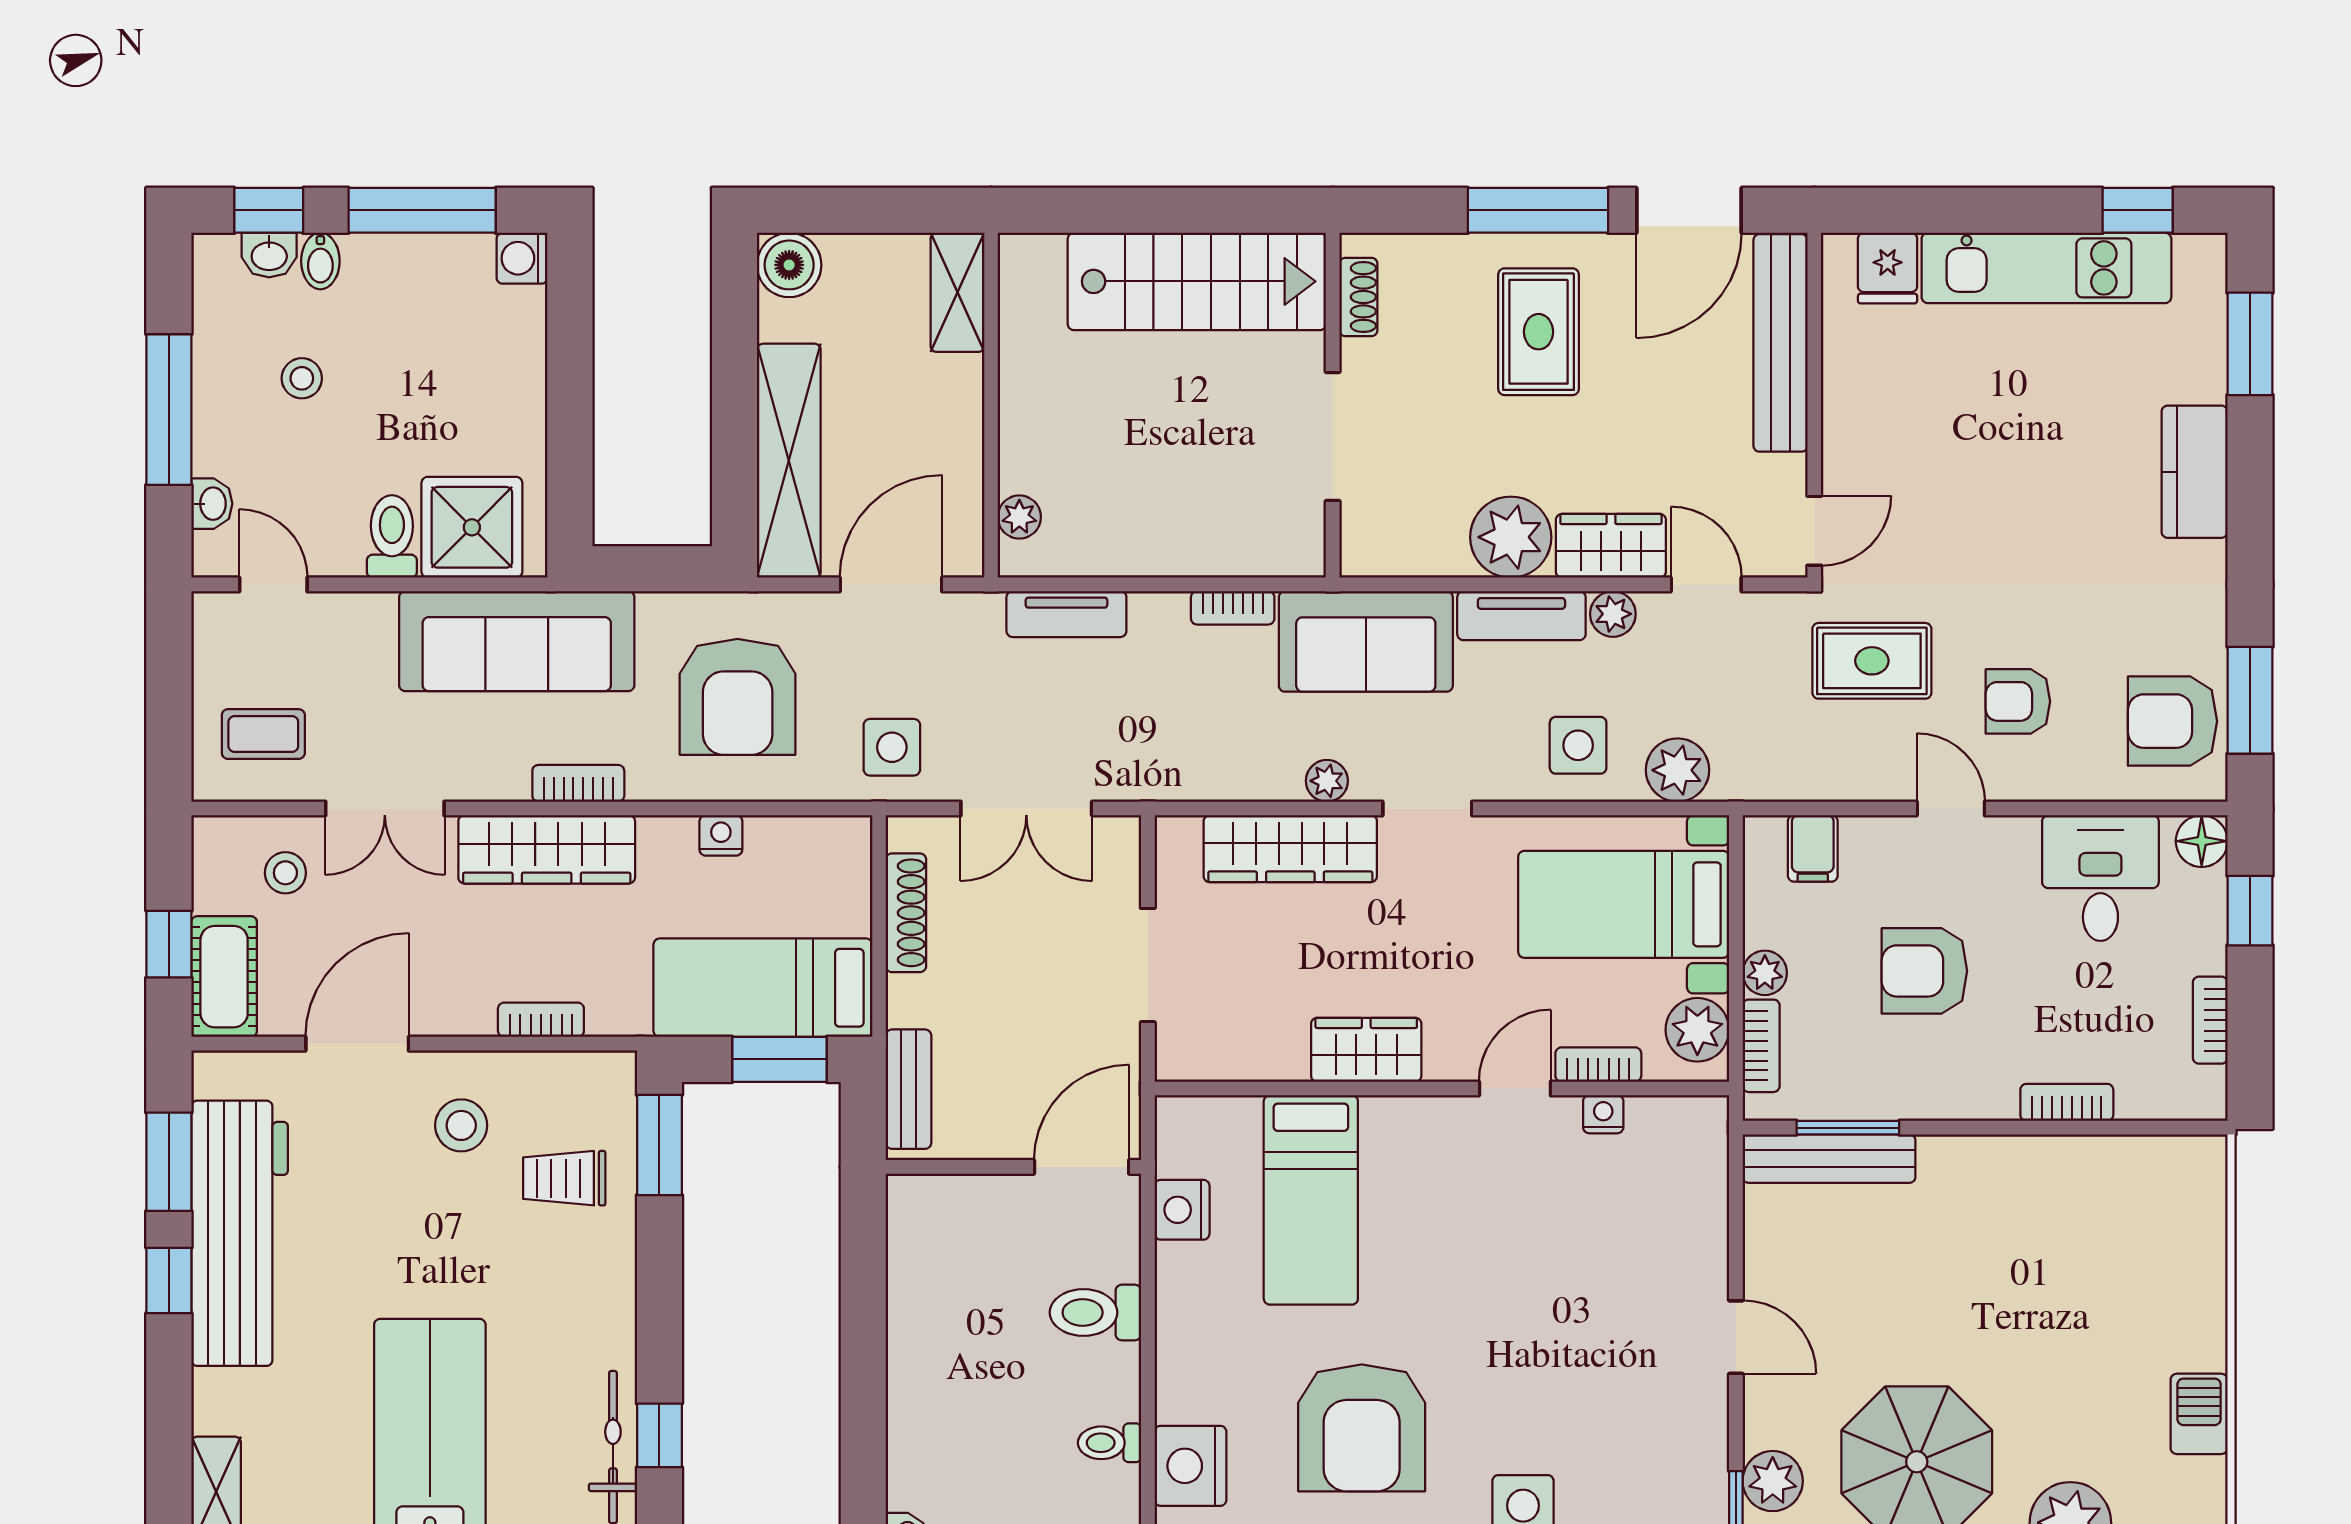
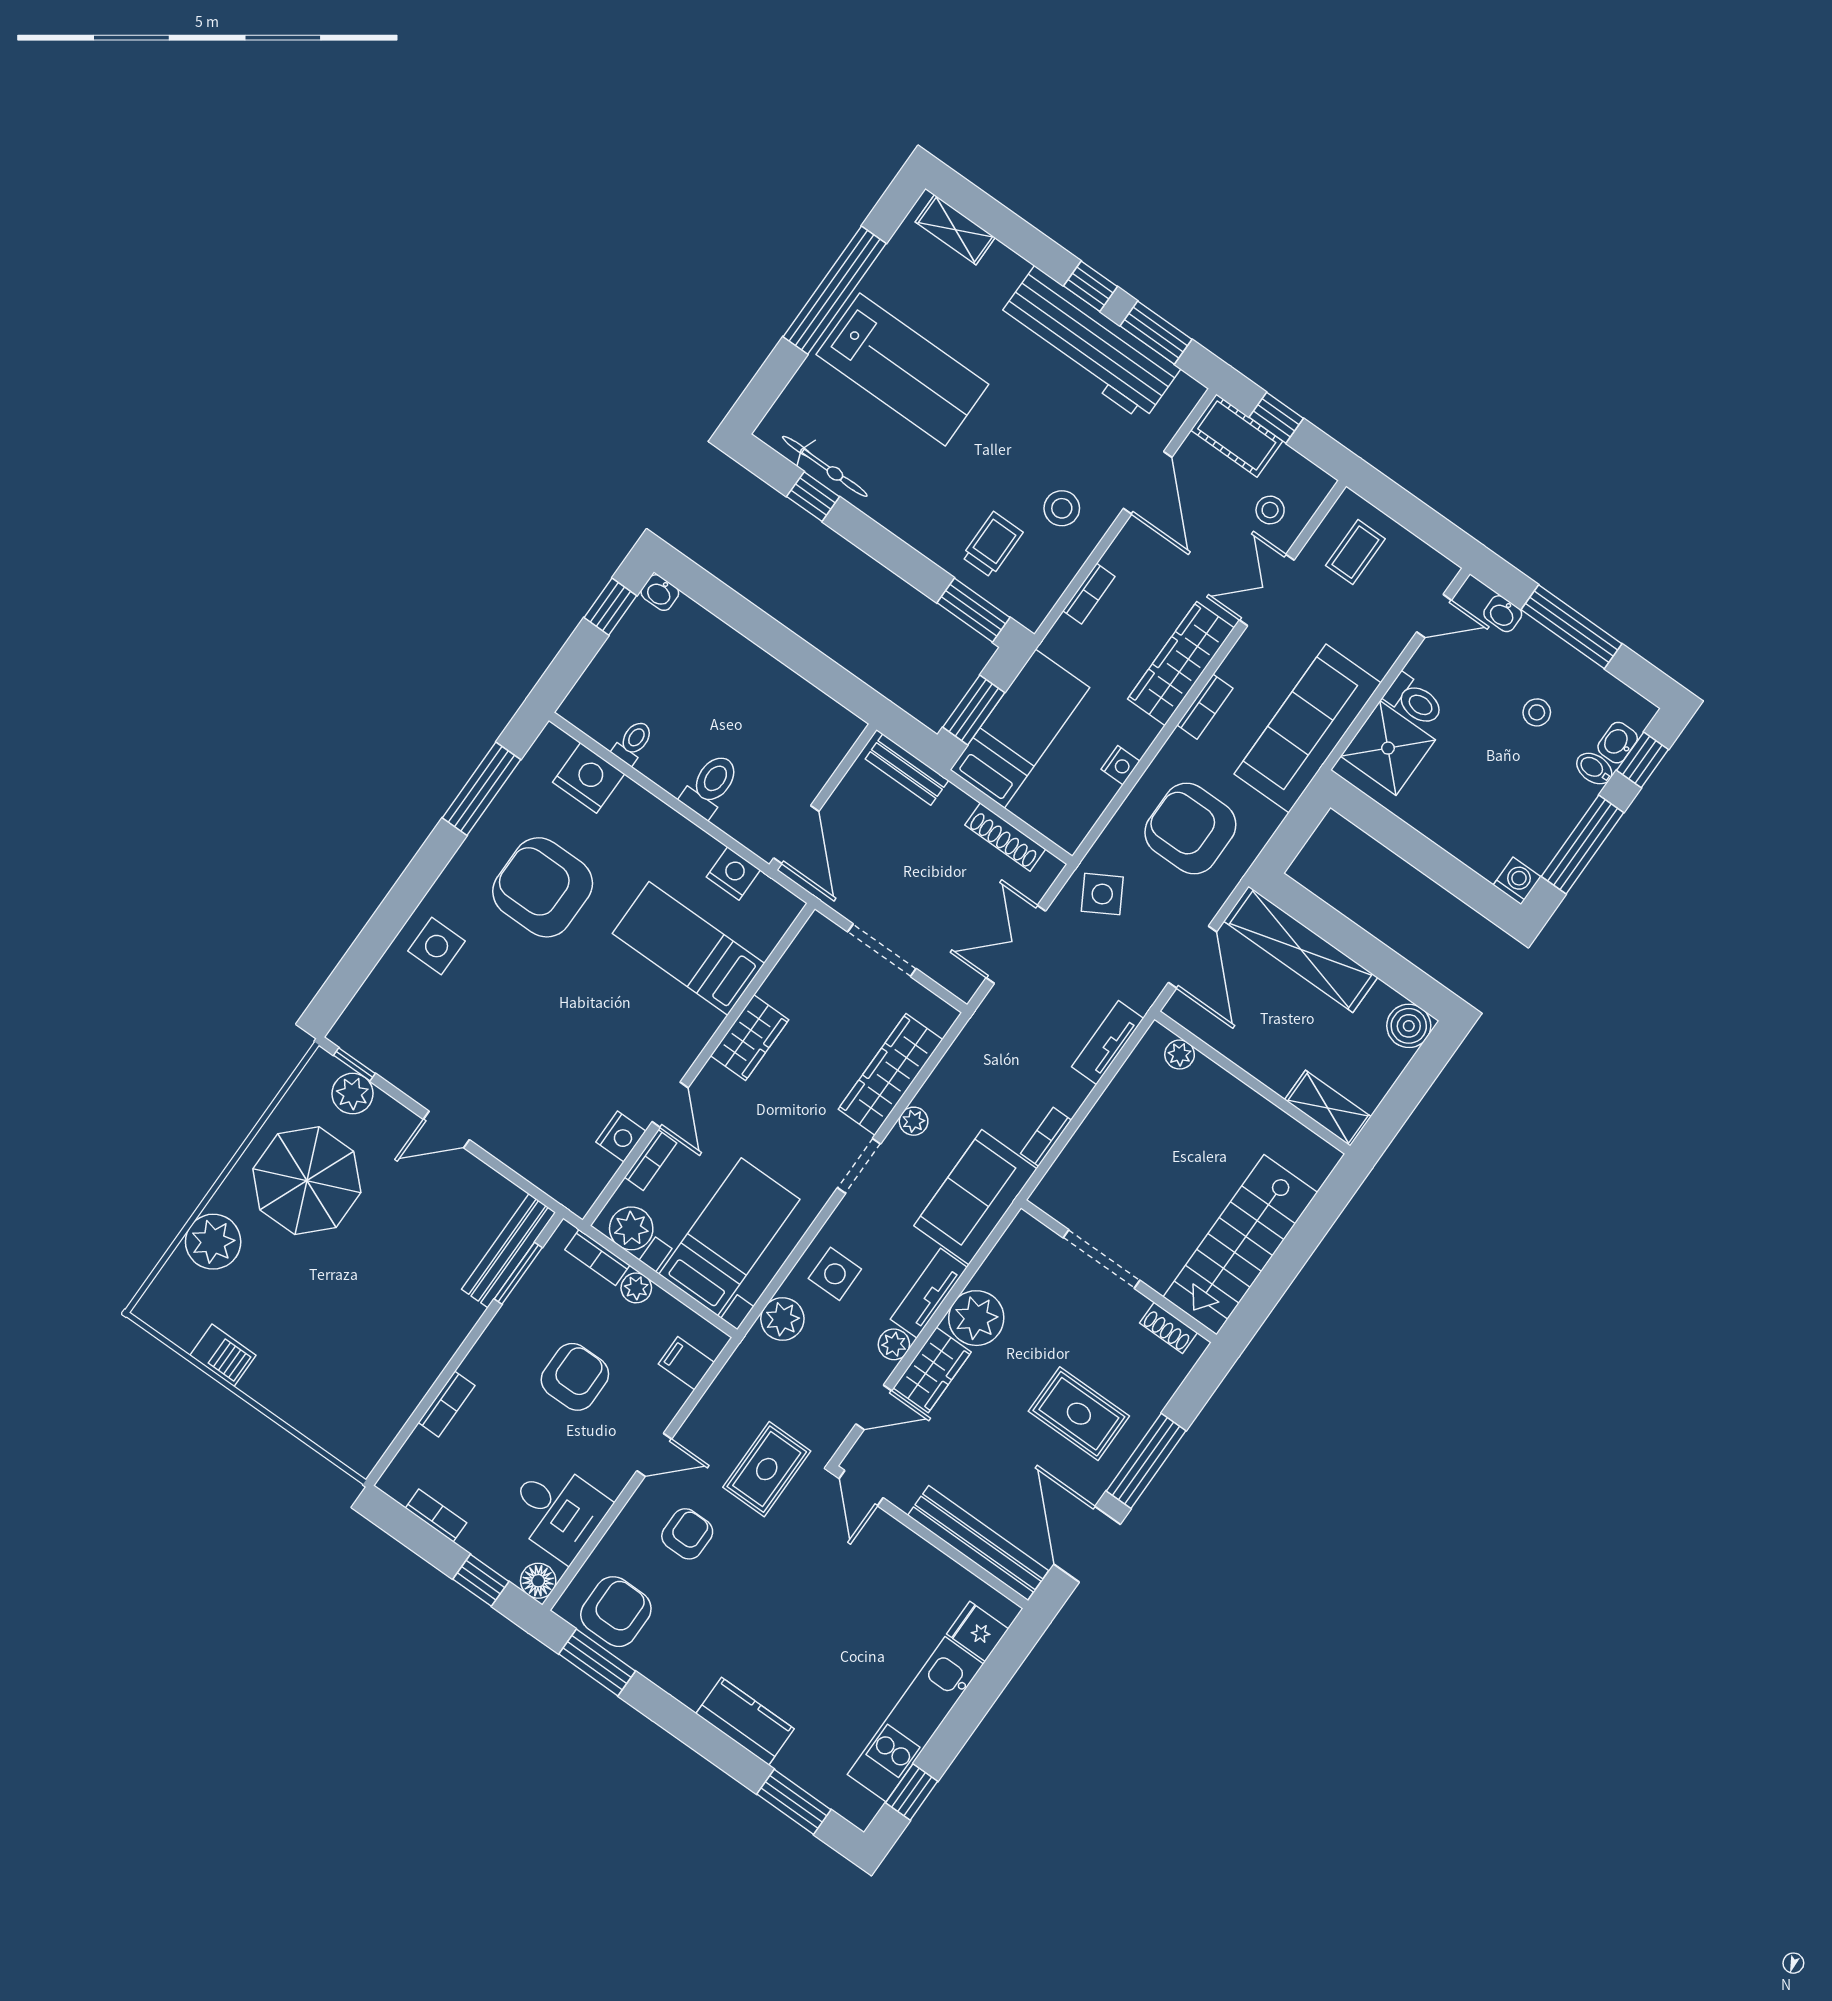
side table: (892, 747) -> (1102, 894), turned -30
nightstand: (1603, 1114) -> (621, 1136), width x1.39, depth x1.35

